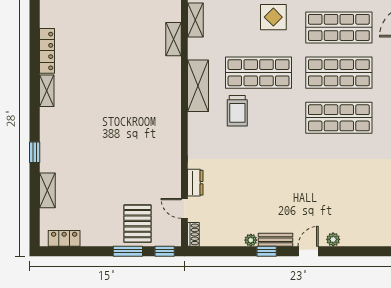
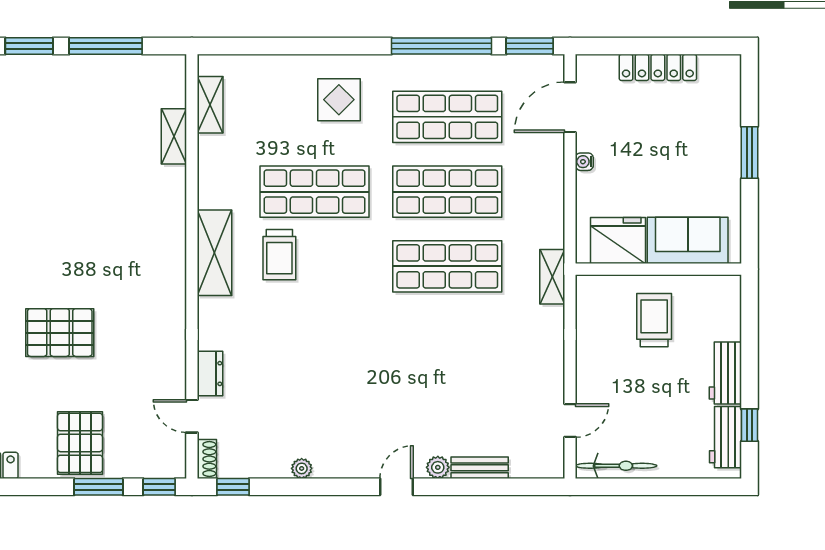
shelving: (198, 86) -> (214, 253), moved
pallet: (104, 158) -> (60, 333), added
pallet: (137, 224) -> (80, 443), moved
bench: (275, 240) -> (480, 468), moved
window: (267, 251) -> (233, 487), moved

